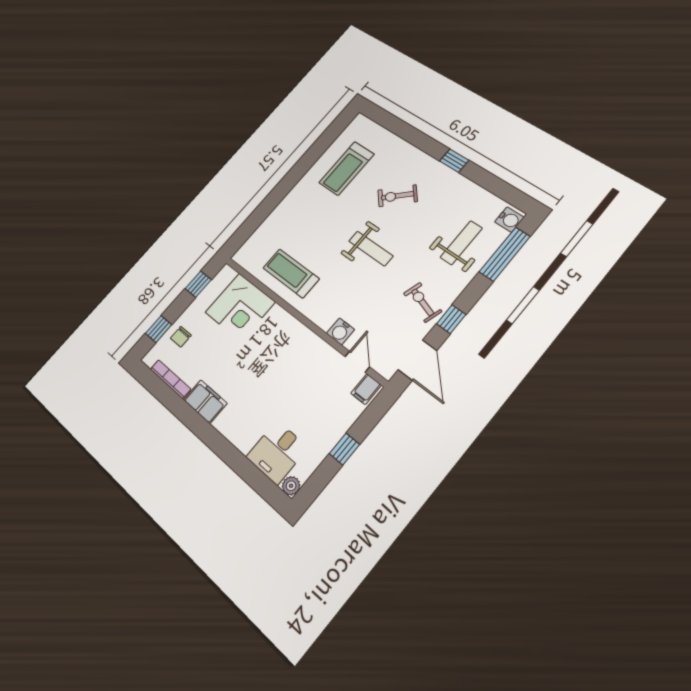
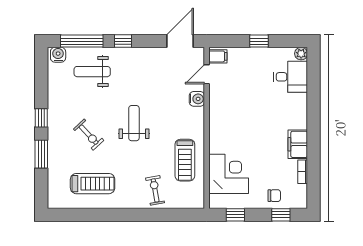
window: (417, 138) -> (41, 154), added
exercise bike: (423, 302) -> (155, 190), moved, turned 153
window: (451, 319) -> (123, 41), moved
bookcase: (170, 379) -> (303, 172), width x0.64

